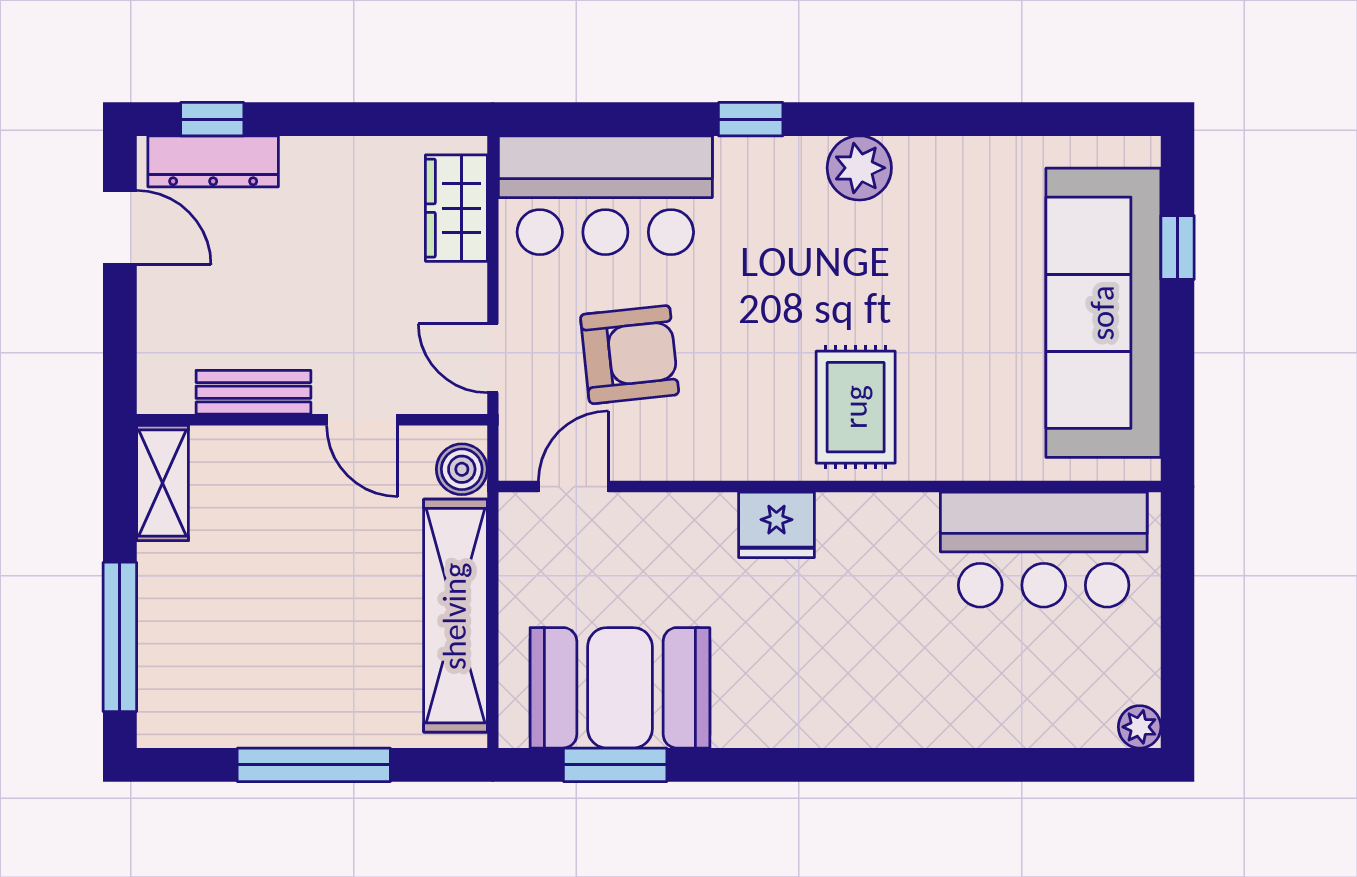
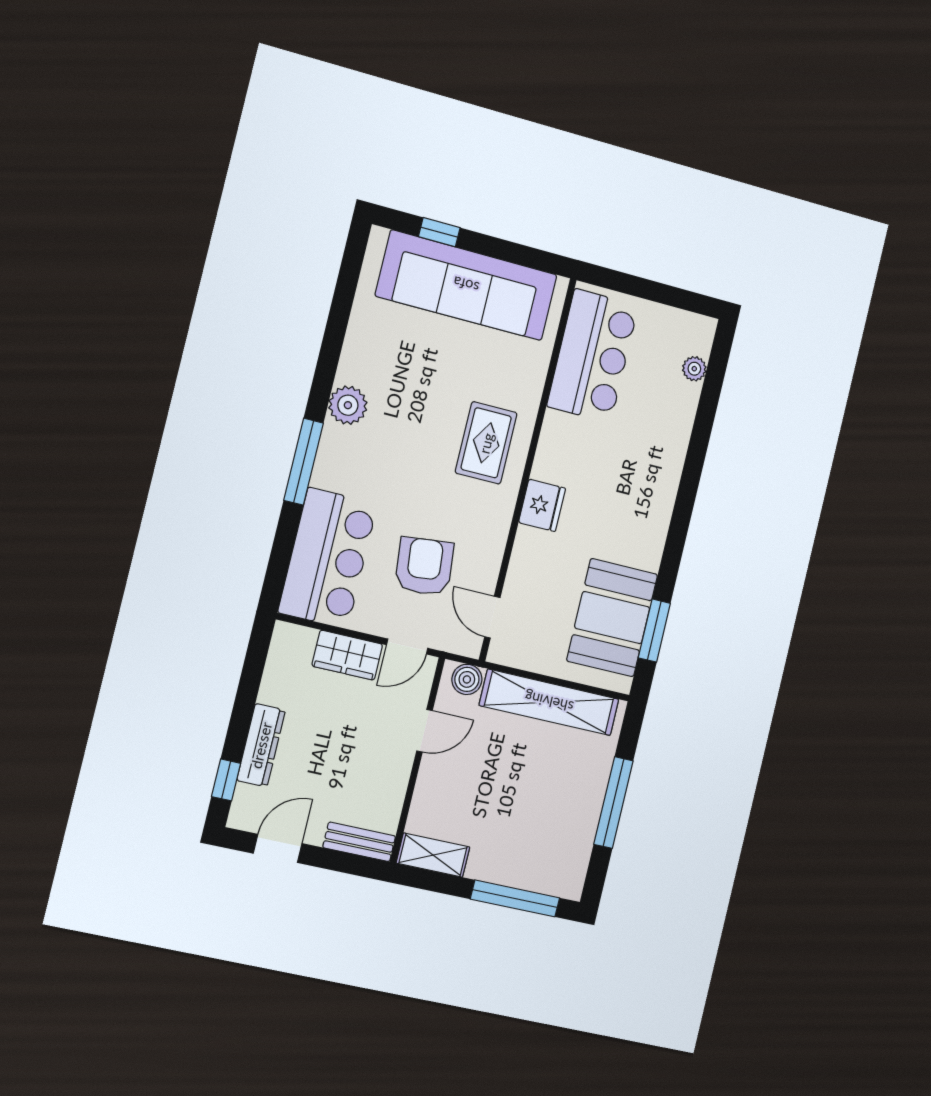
window: (751, 119) -> (304, 462), width x2.17
dresser: (213, 161) -> (261, 745), moved
wardrobe: (456, 208) -> (347, 655), moved
bench: (253, 392) -> (359, 842), moved, turned 90
rug: (856, 407) -> (486, 443), turned 90
plant: (1140, 727) -> (694, 369), moved

